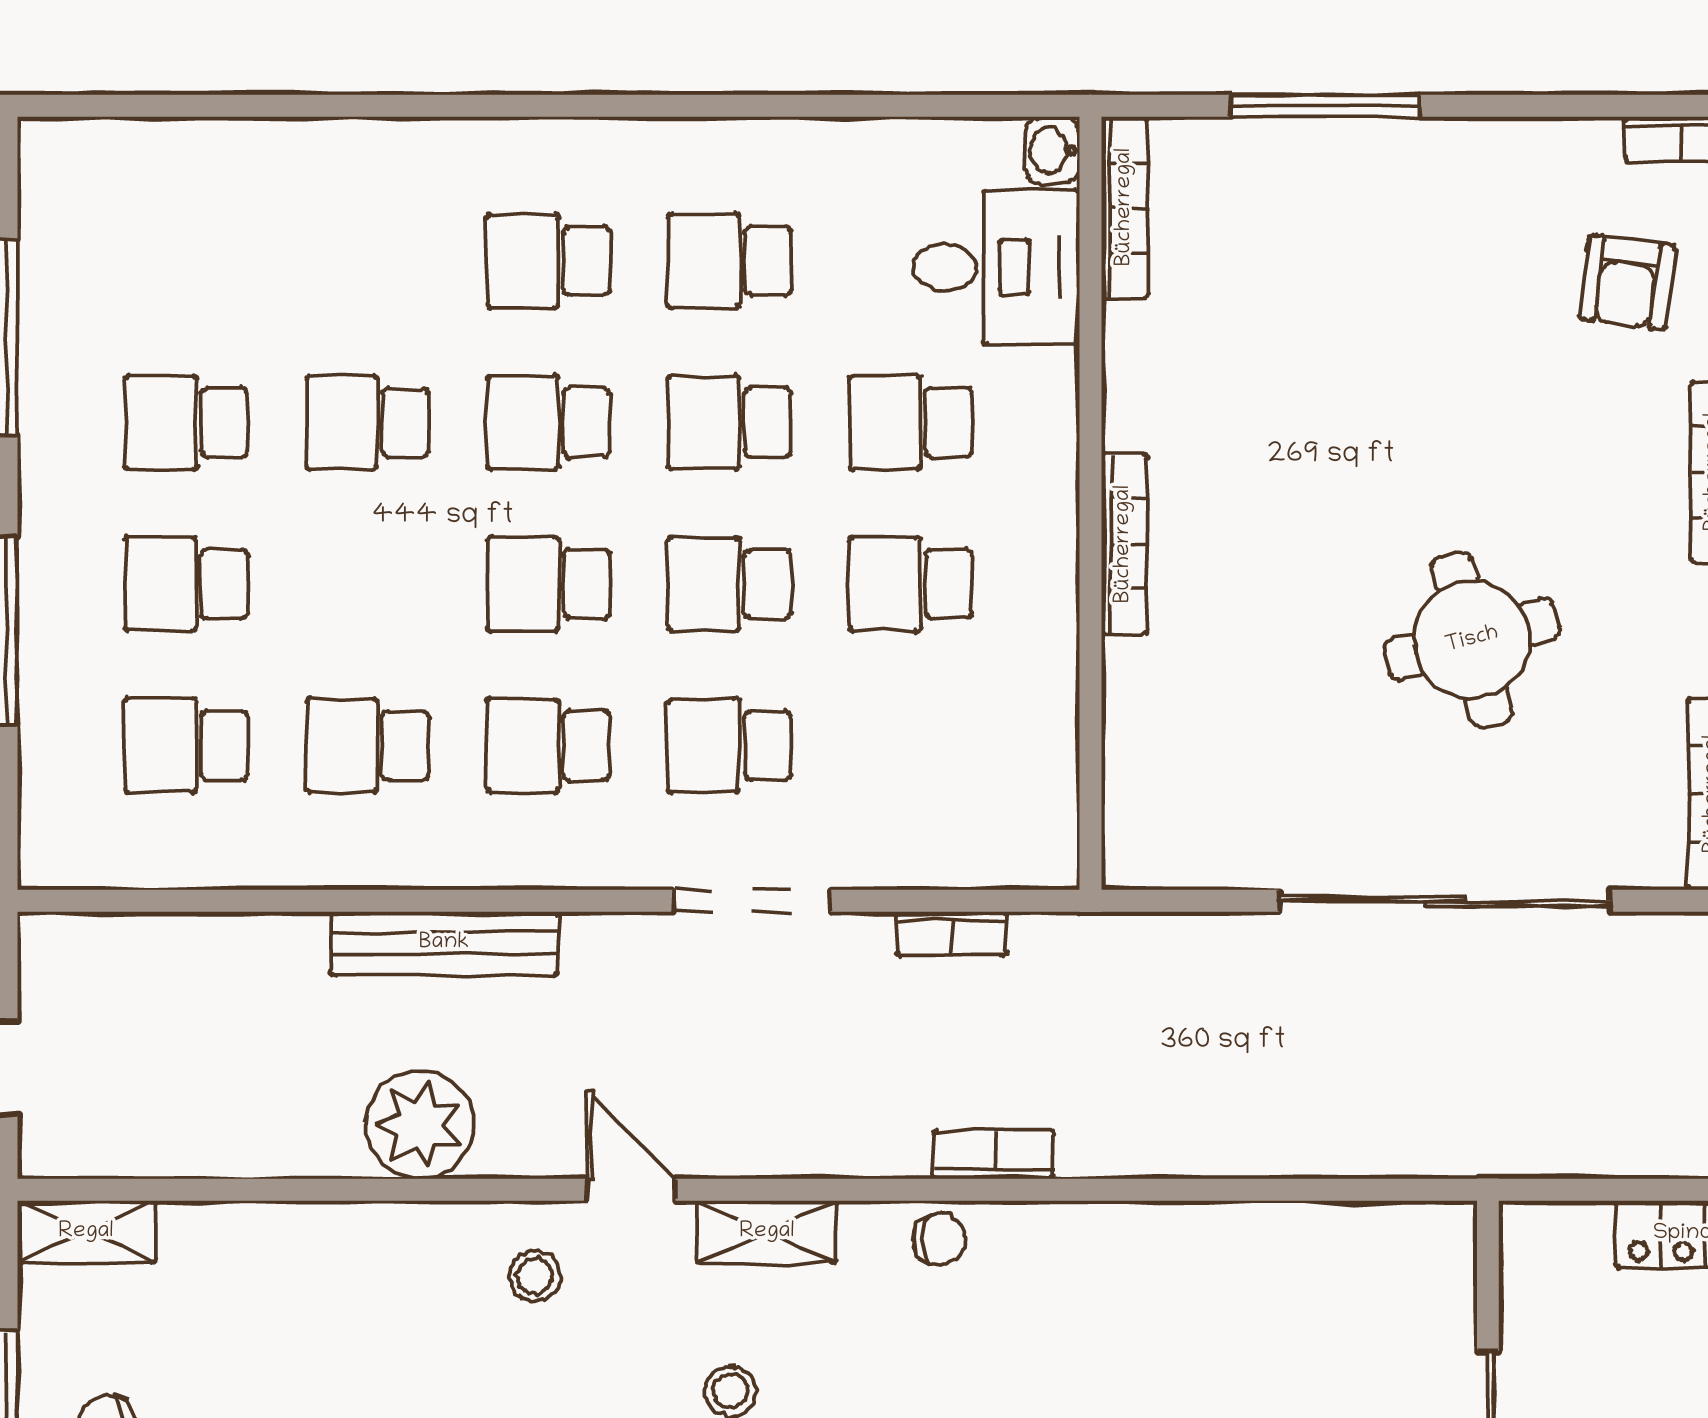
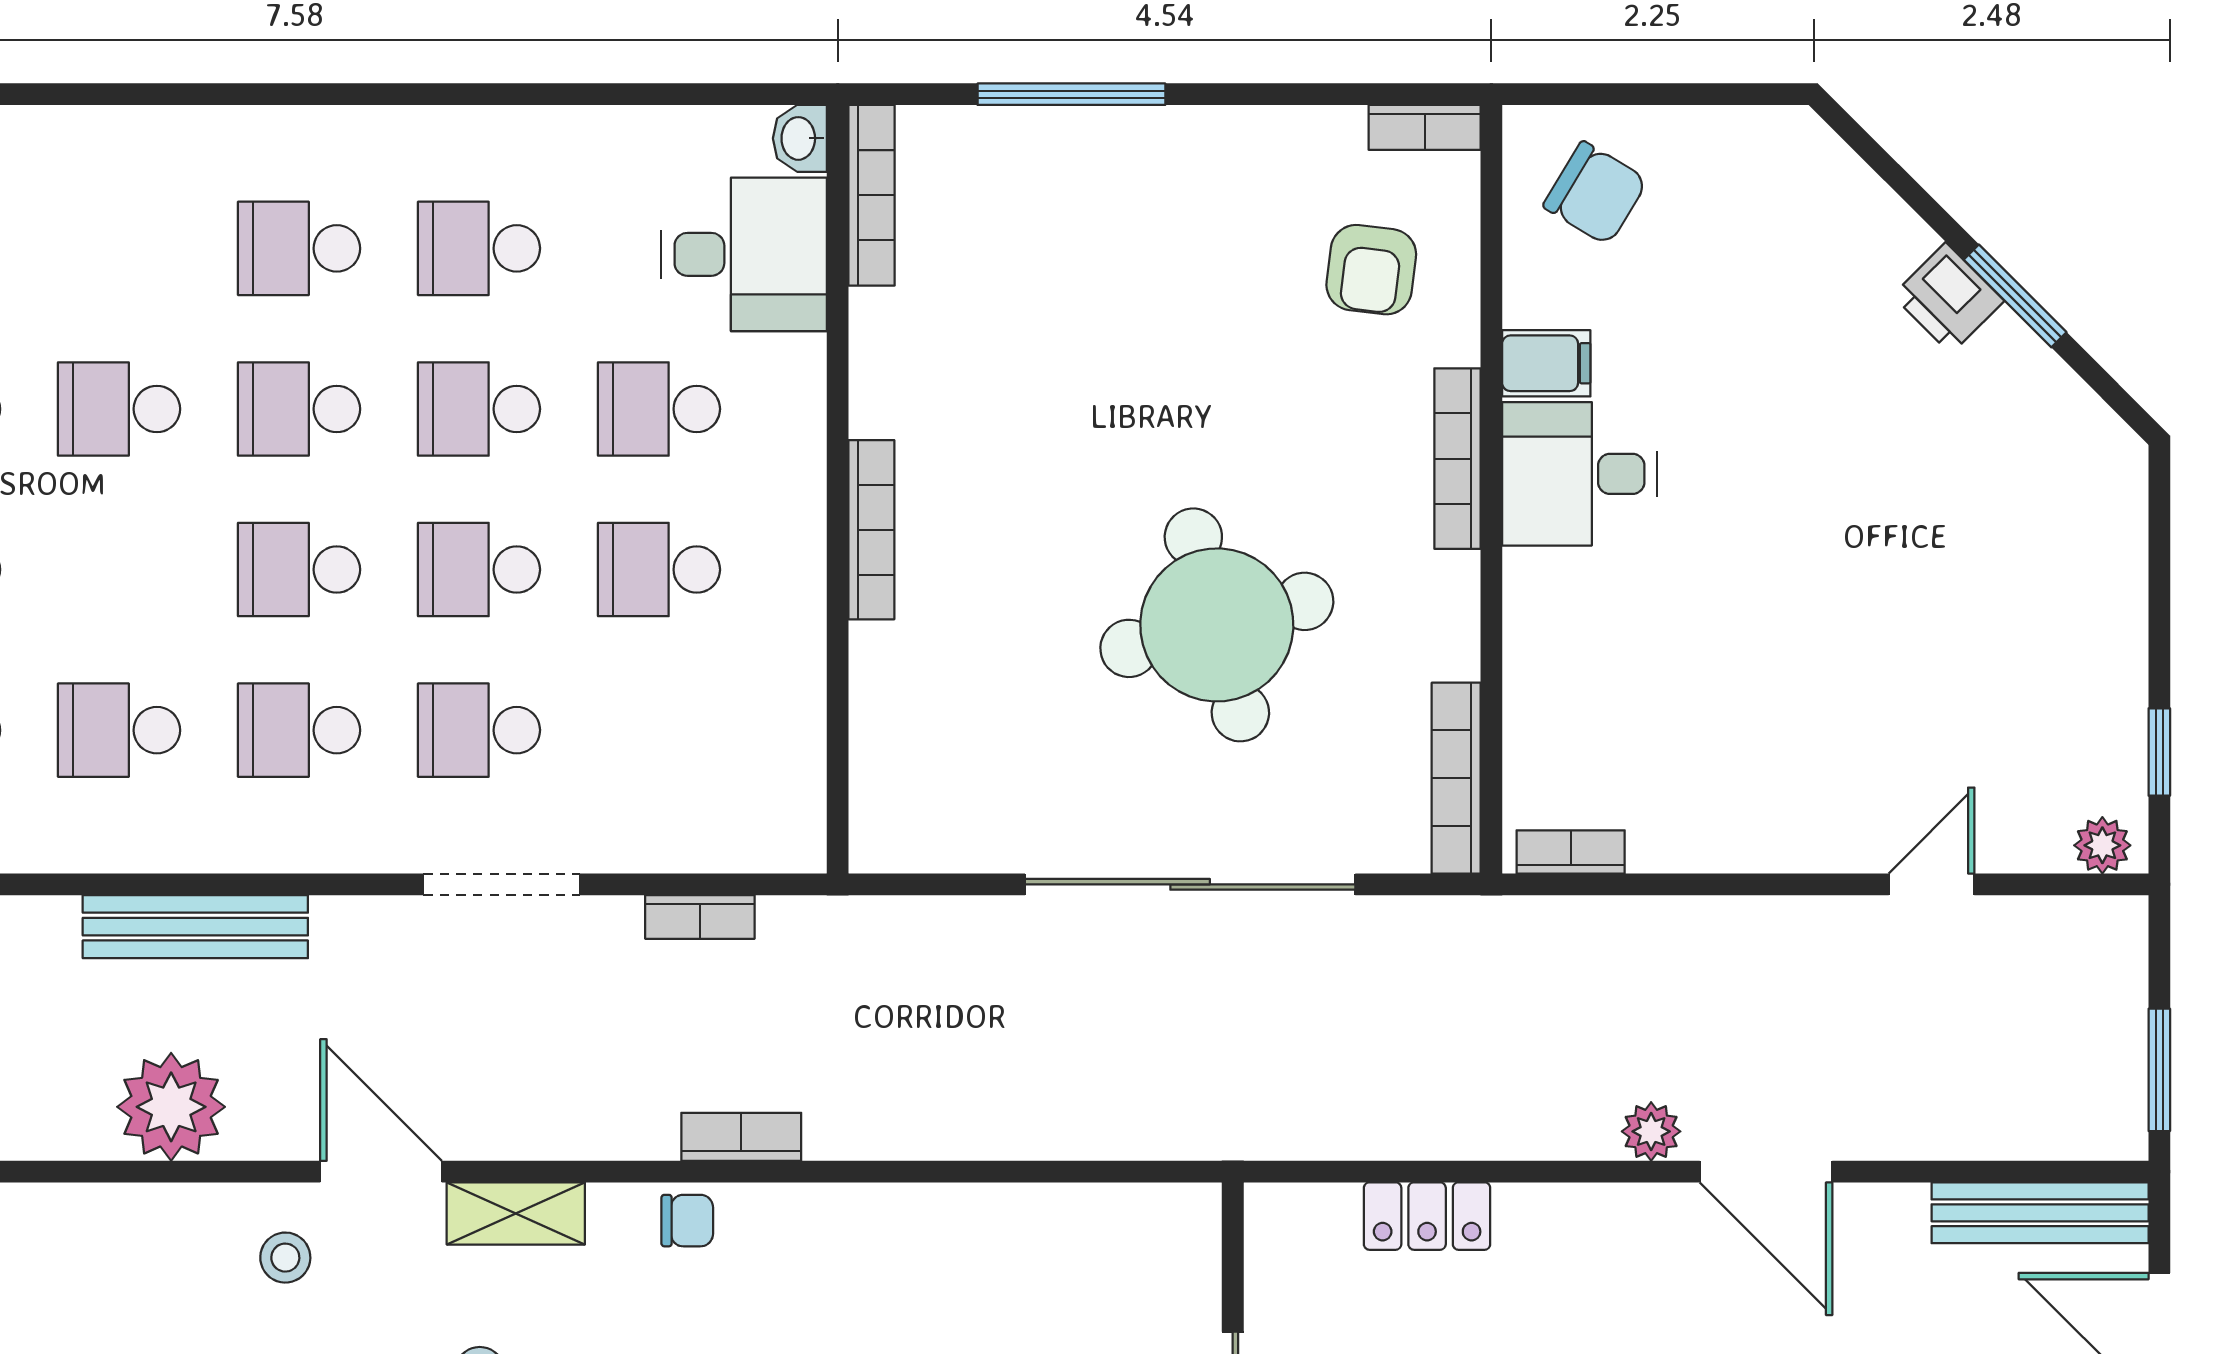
round table: (1472, 640) -> (1217, 625), width x1.36, depth x1.36
door: (631, 1190) -> (381, 1172), width x1.38

